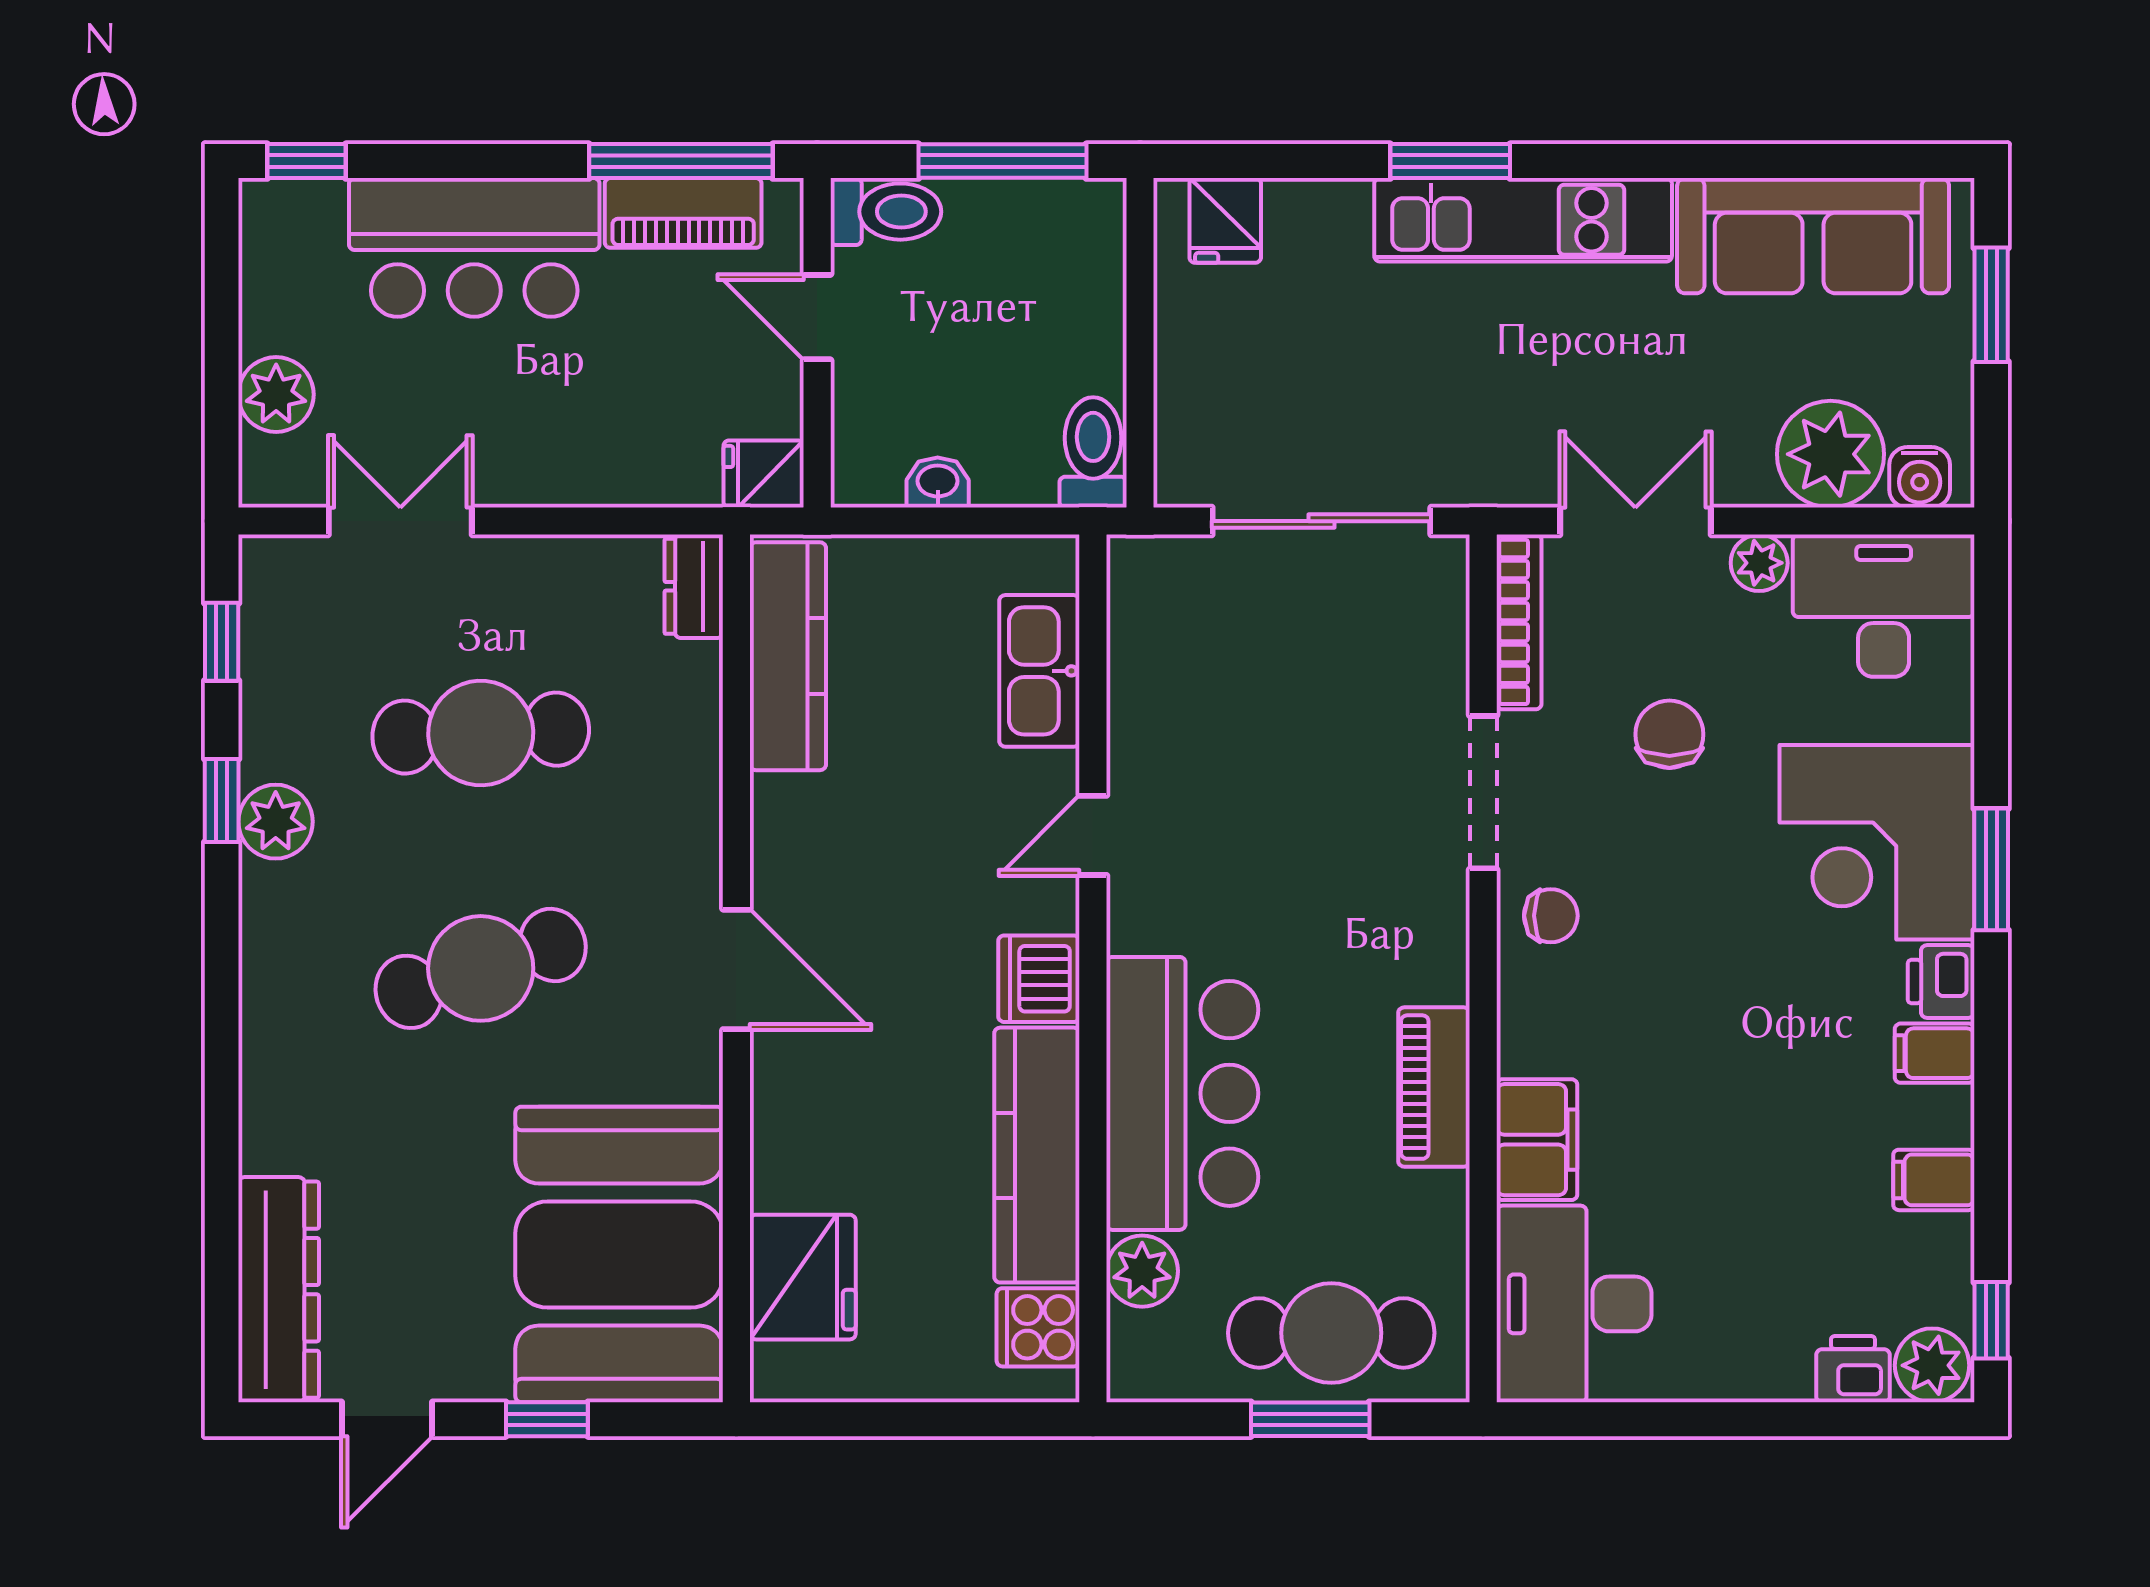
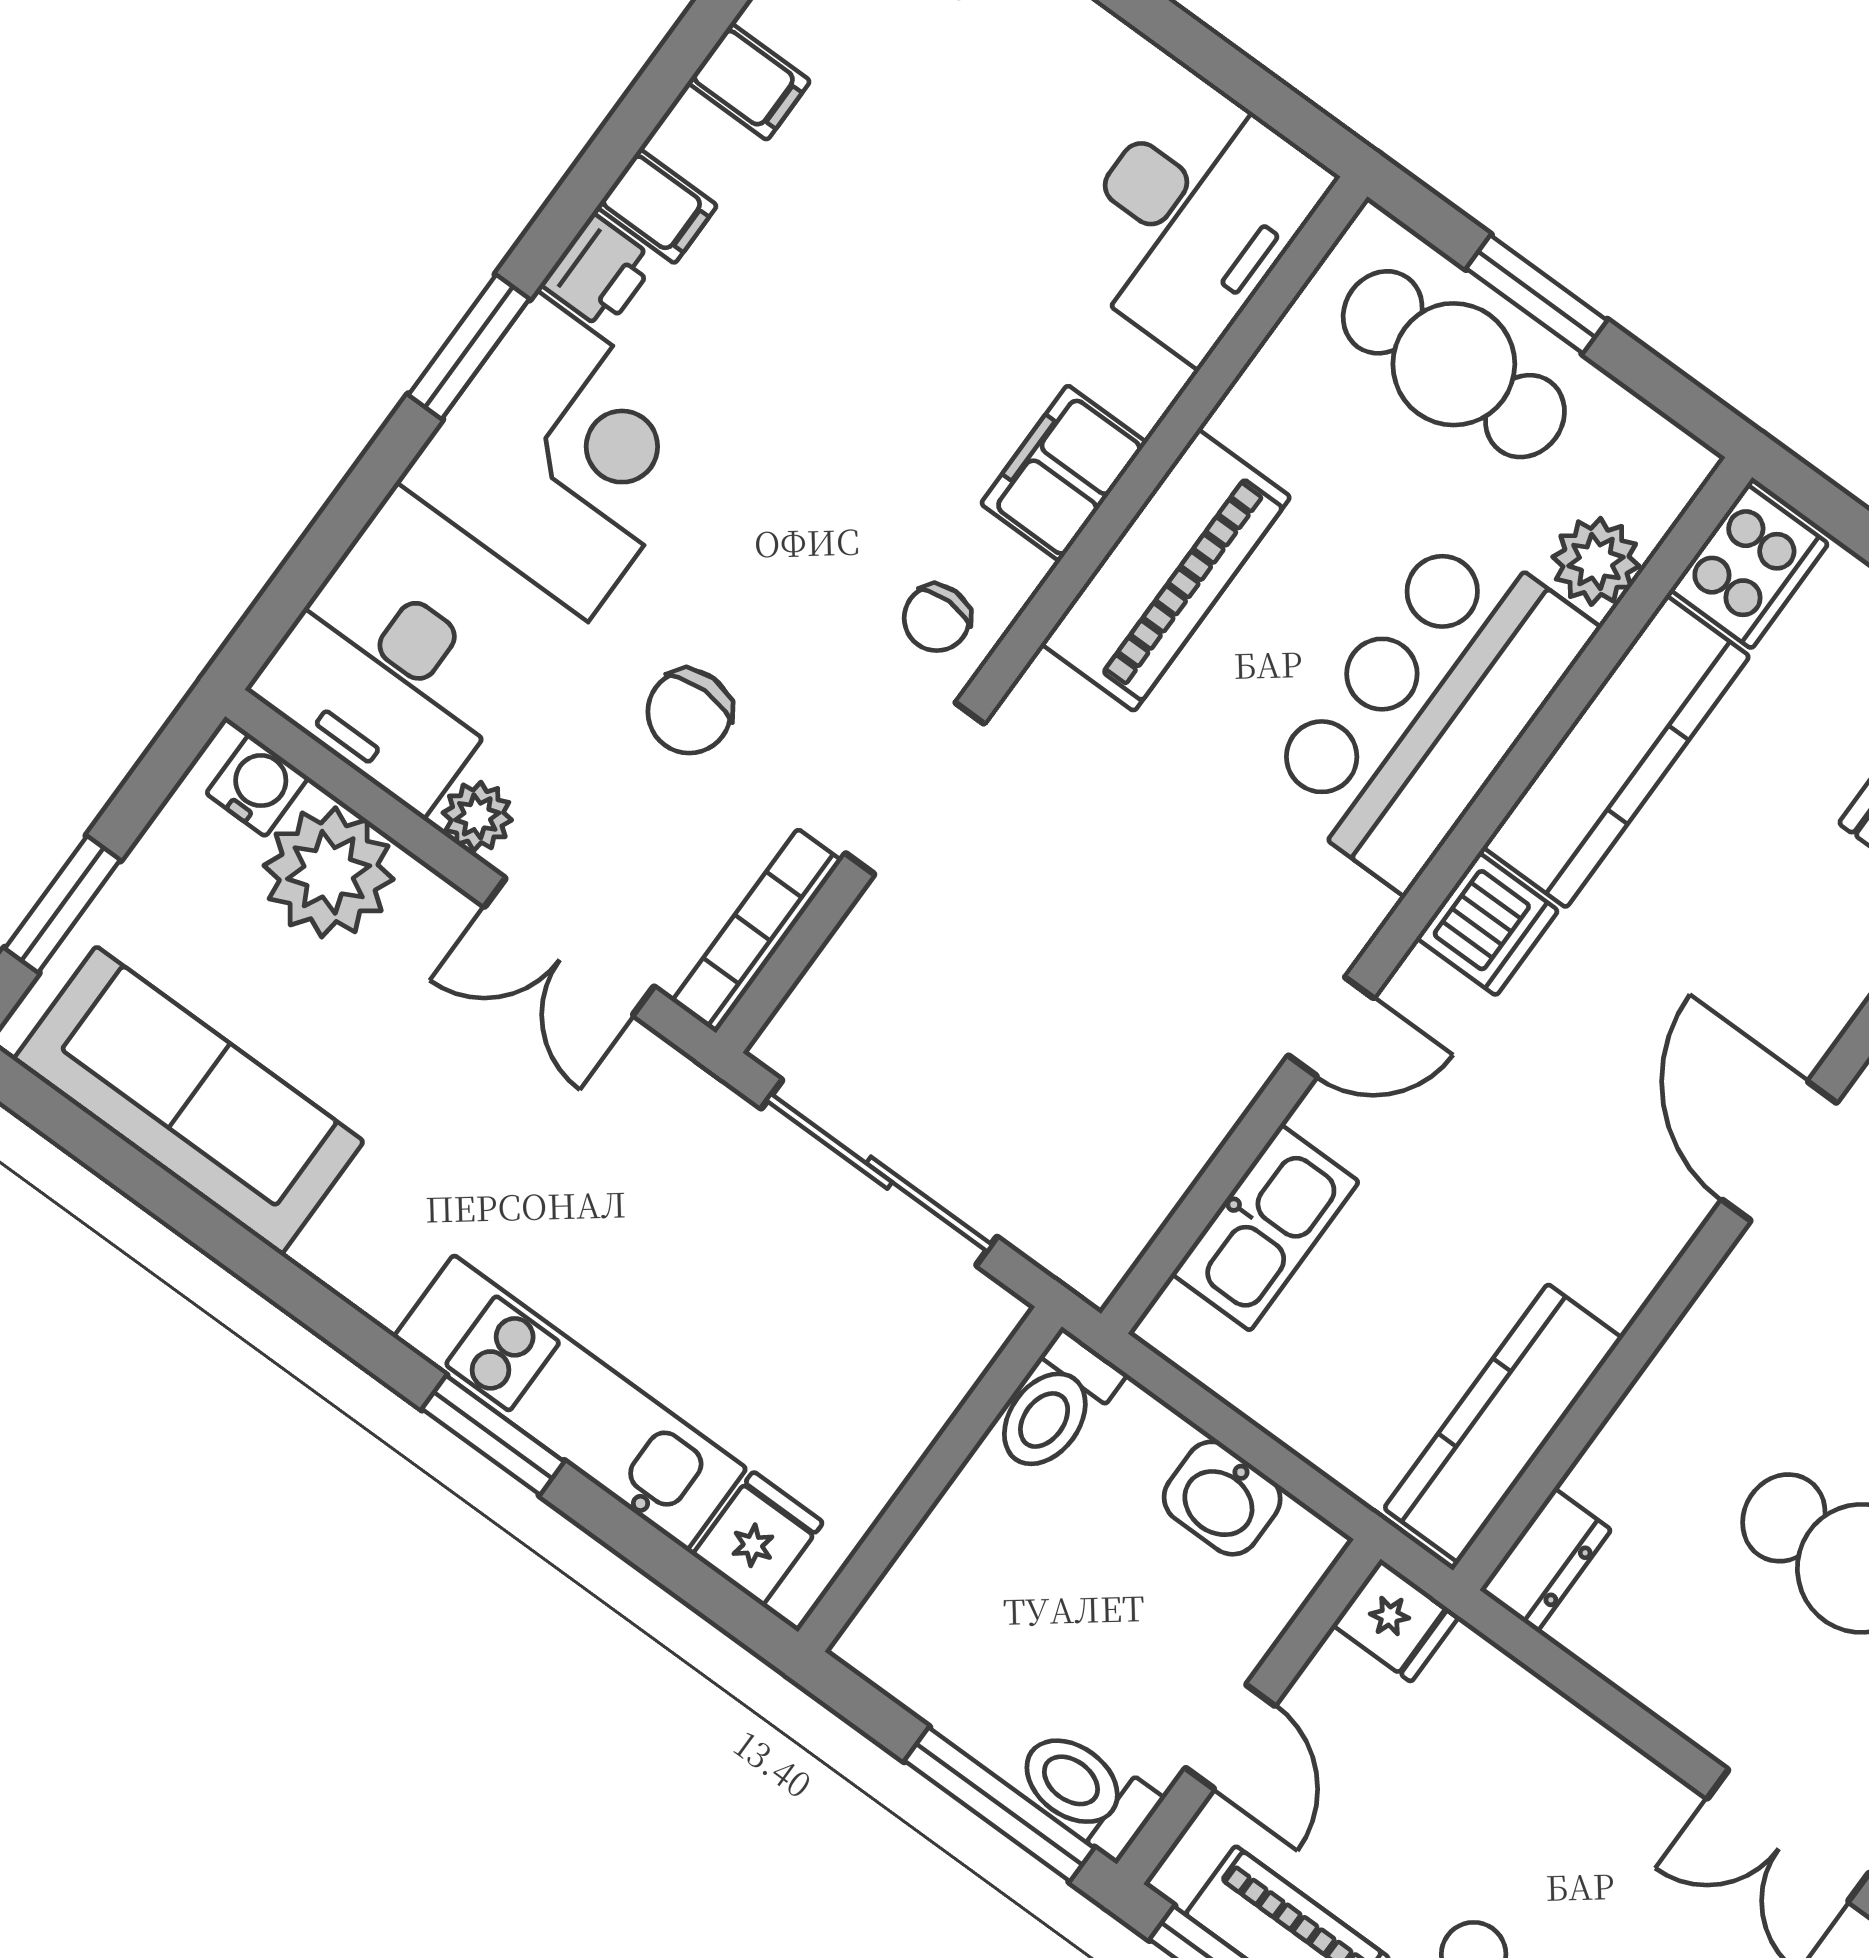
window: (1002, 161) -> (999, 1804), moved
kitchen unit: (1523, 220) -> (570, 1403), moved
washbasin: (938, 482) -> (1222, 1498), width x1.38, depth x1.45
chair: (1551, 916) -> (937, 618), turned -90
piano: (1434, 1087) -> (1166, 570), width x1.37, depth x1.33
filing cabinet: (1537, 1140) -> (1064, 473), moved
cooker: (1038, 1327) -> (1749, 567), width x1.36

